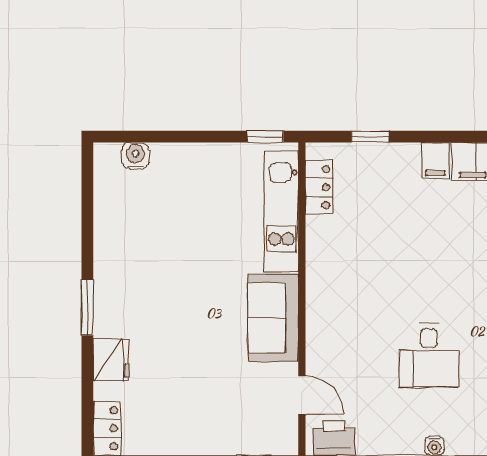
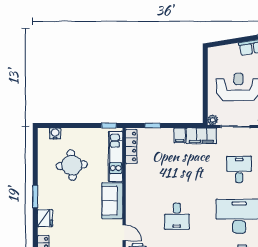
locker: (319, 187) -> (131, 146), width x1.53
round table: (176, 232) -> (72, 165), added

